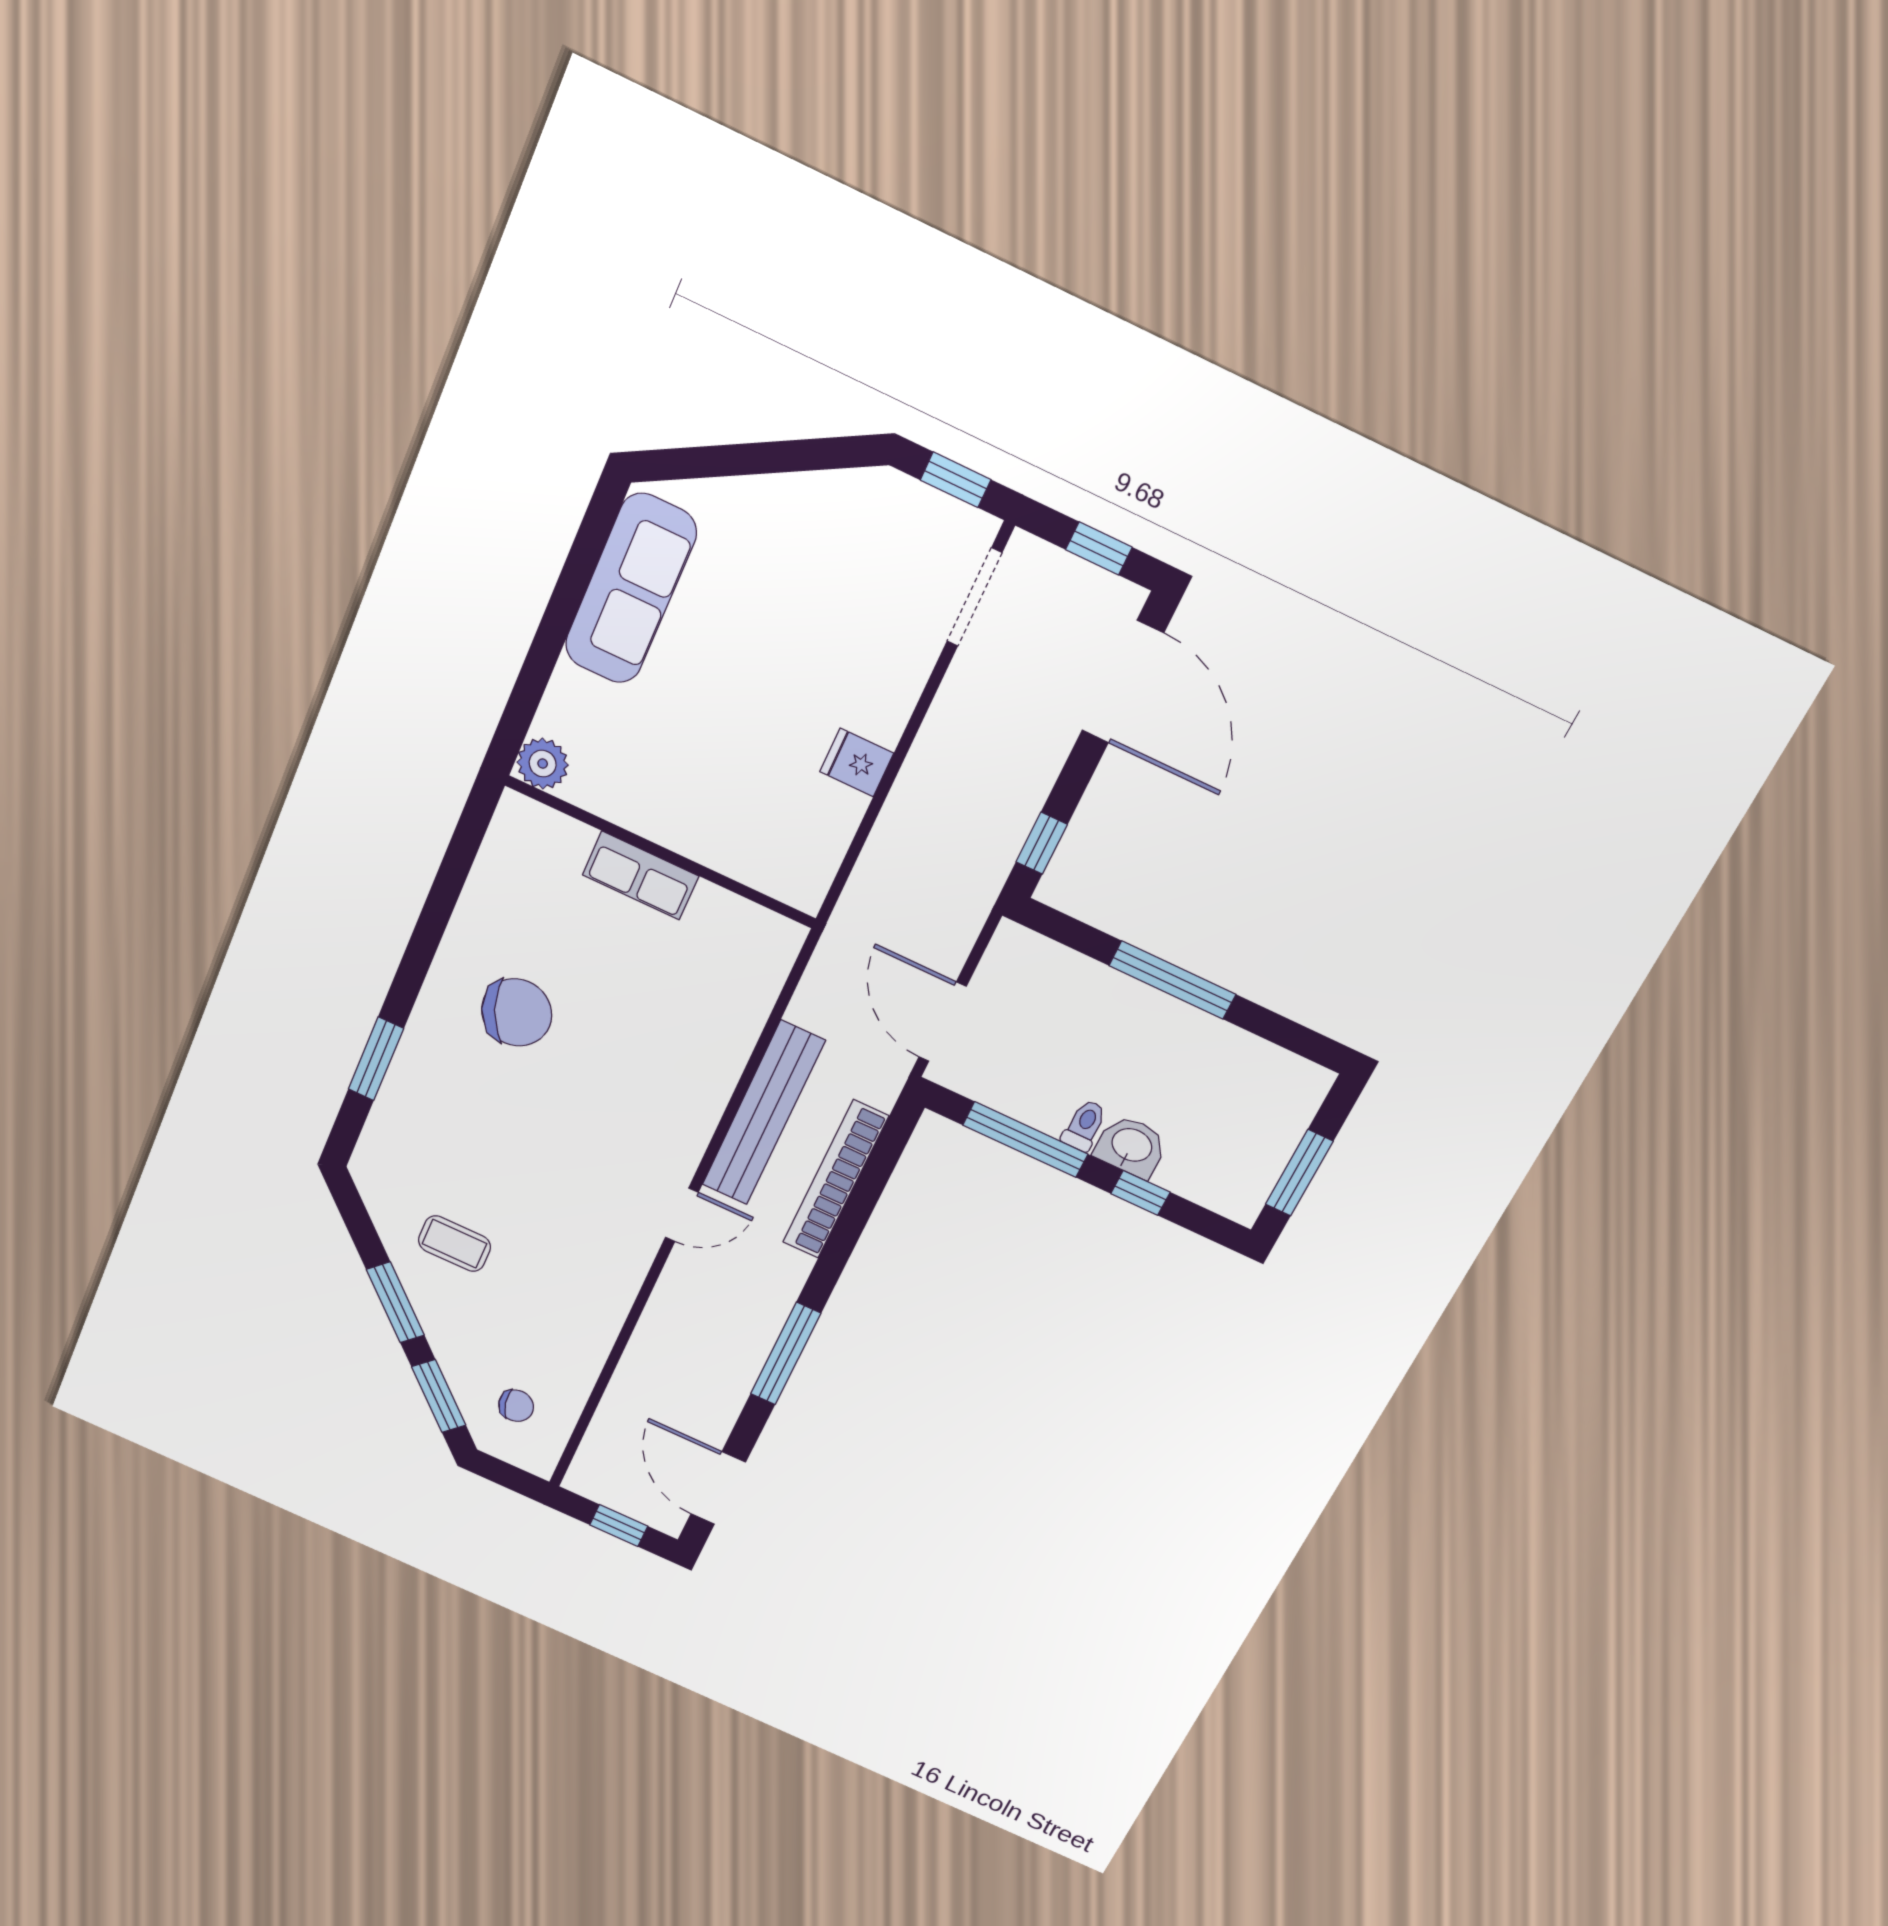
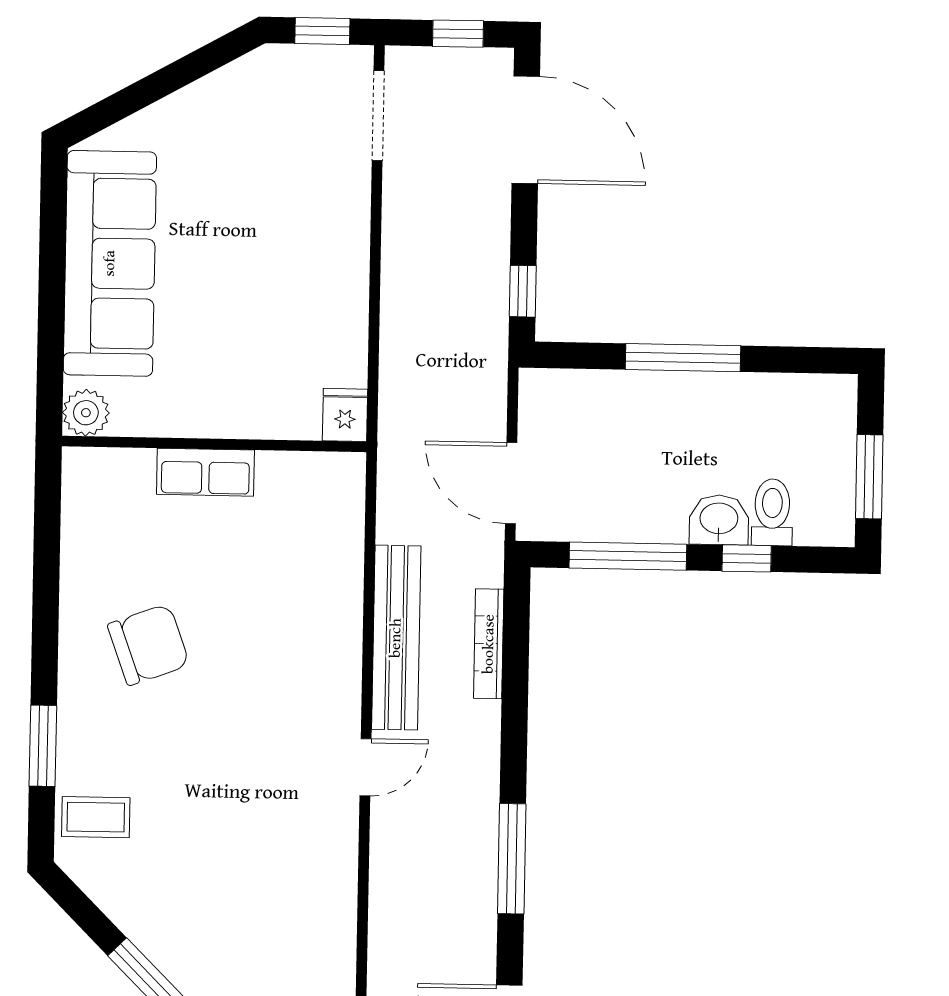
sofa: (631, 589) -> (110, 263), width x1.36, depth x1.27
fridge: (857, 762) -> (345, 415), moved, turned 90
toilet: (1084, 1125) -> (772, 512), moved, width x1.37, depth x1.39
bookcase: (836, 1179) -> (489, 644), width x0.68, depth x0.76
coffee table: (454, 1244) -> (96, 817), moved

